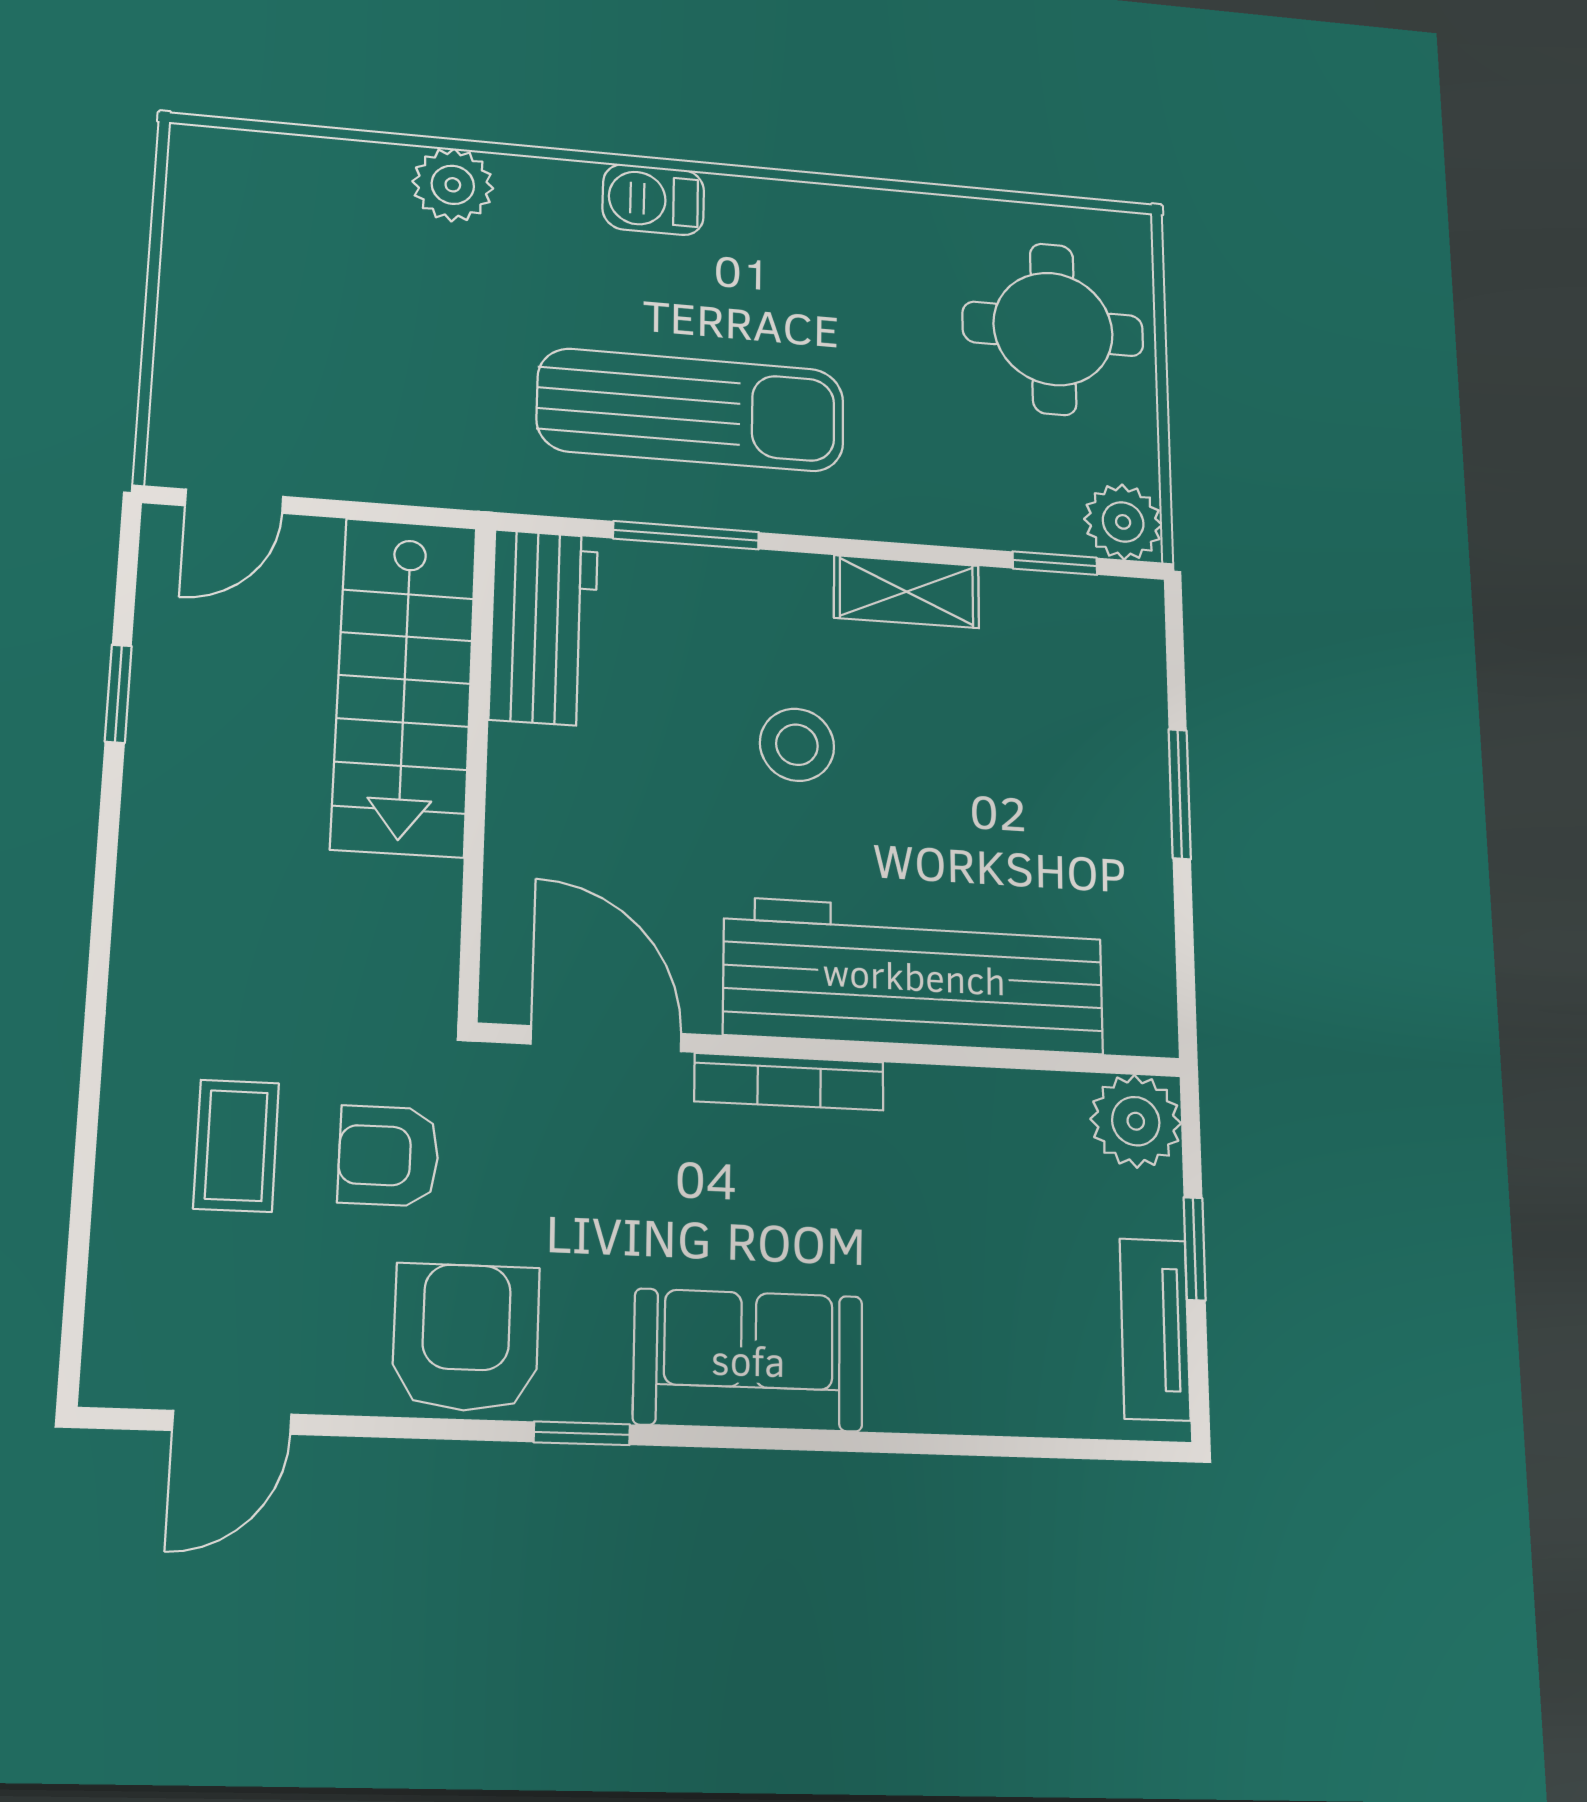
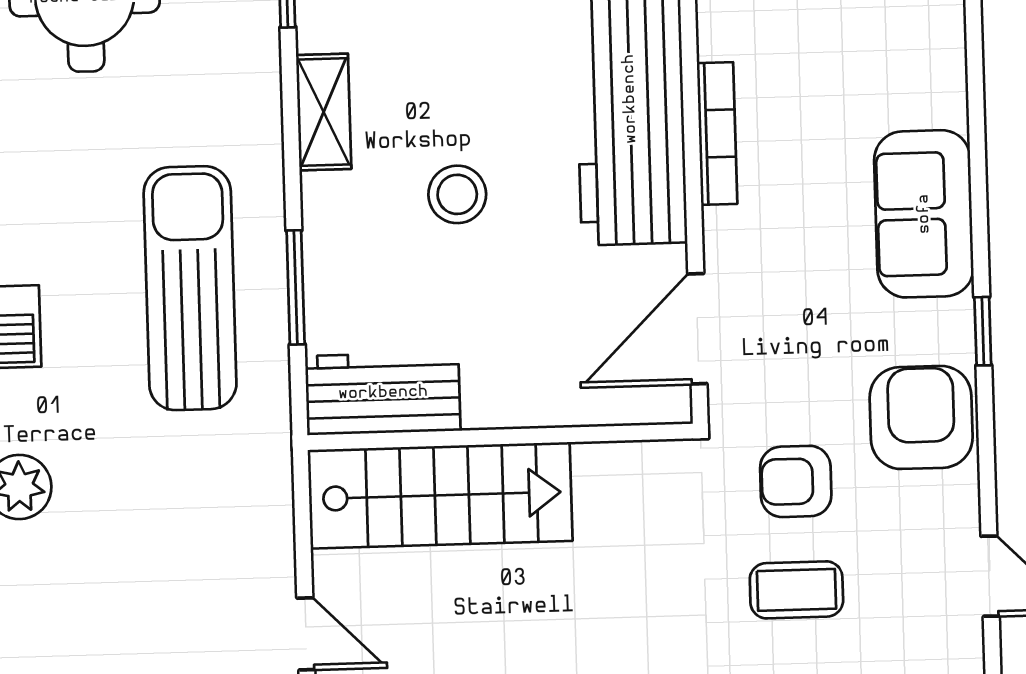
bookcase: (789, 1082) -> (717, 133), moved
armchair: (388, 1156) -> (796, 481), turned 90
armchair: (466, 1337) -> (921, 417), turned 90

